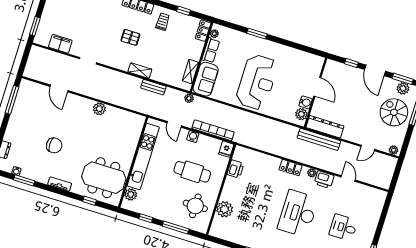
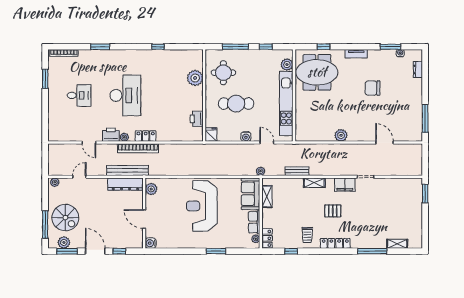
filing cabinet: (60, 44) -> (345, 185), moved
water cooler: (306, 102) -> (151, 243), moved
bookcase: (213, 130) -> (138, 148), moved

